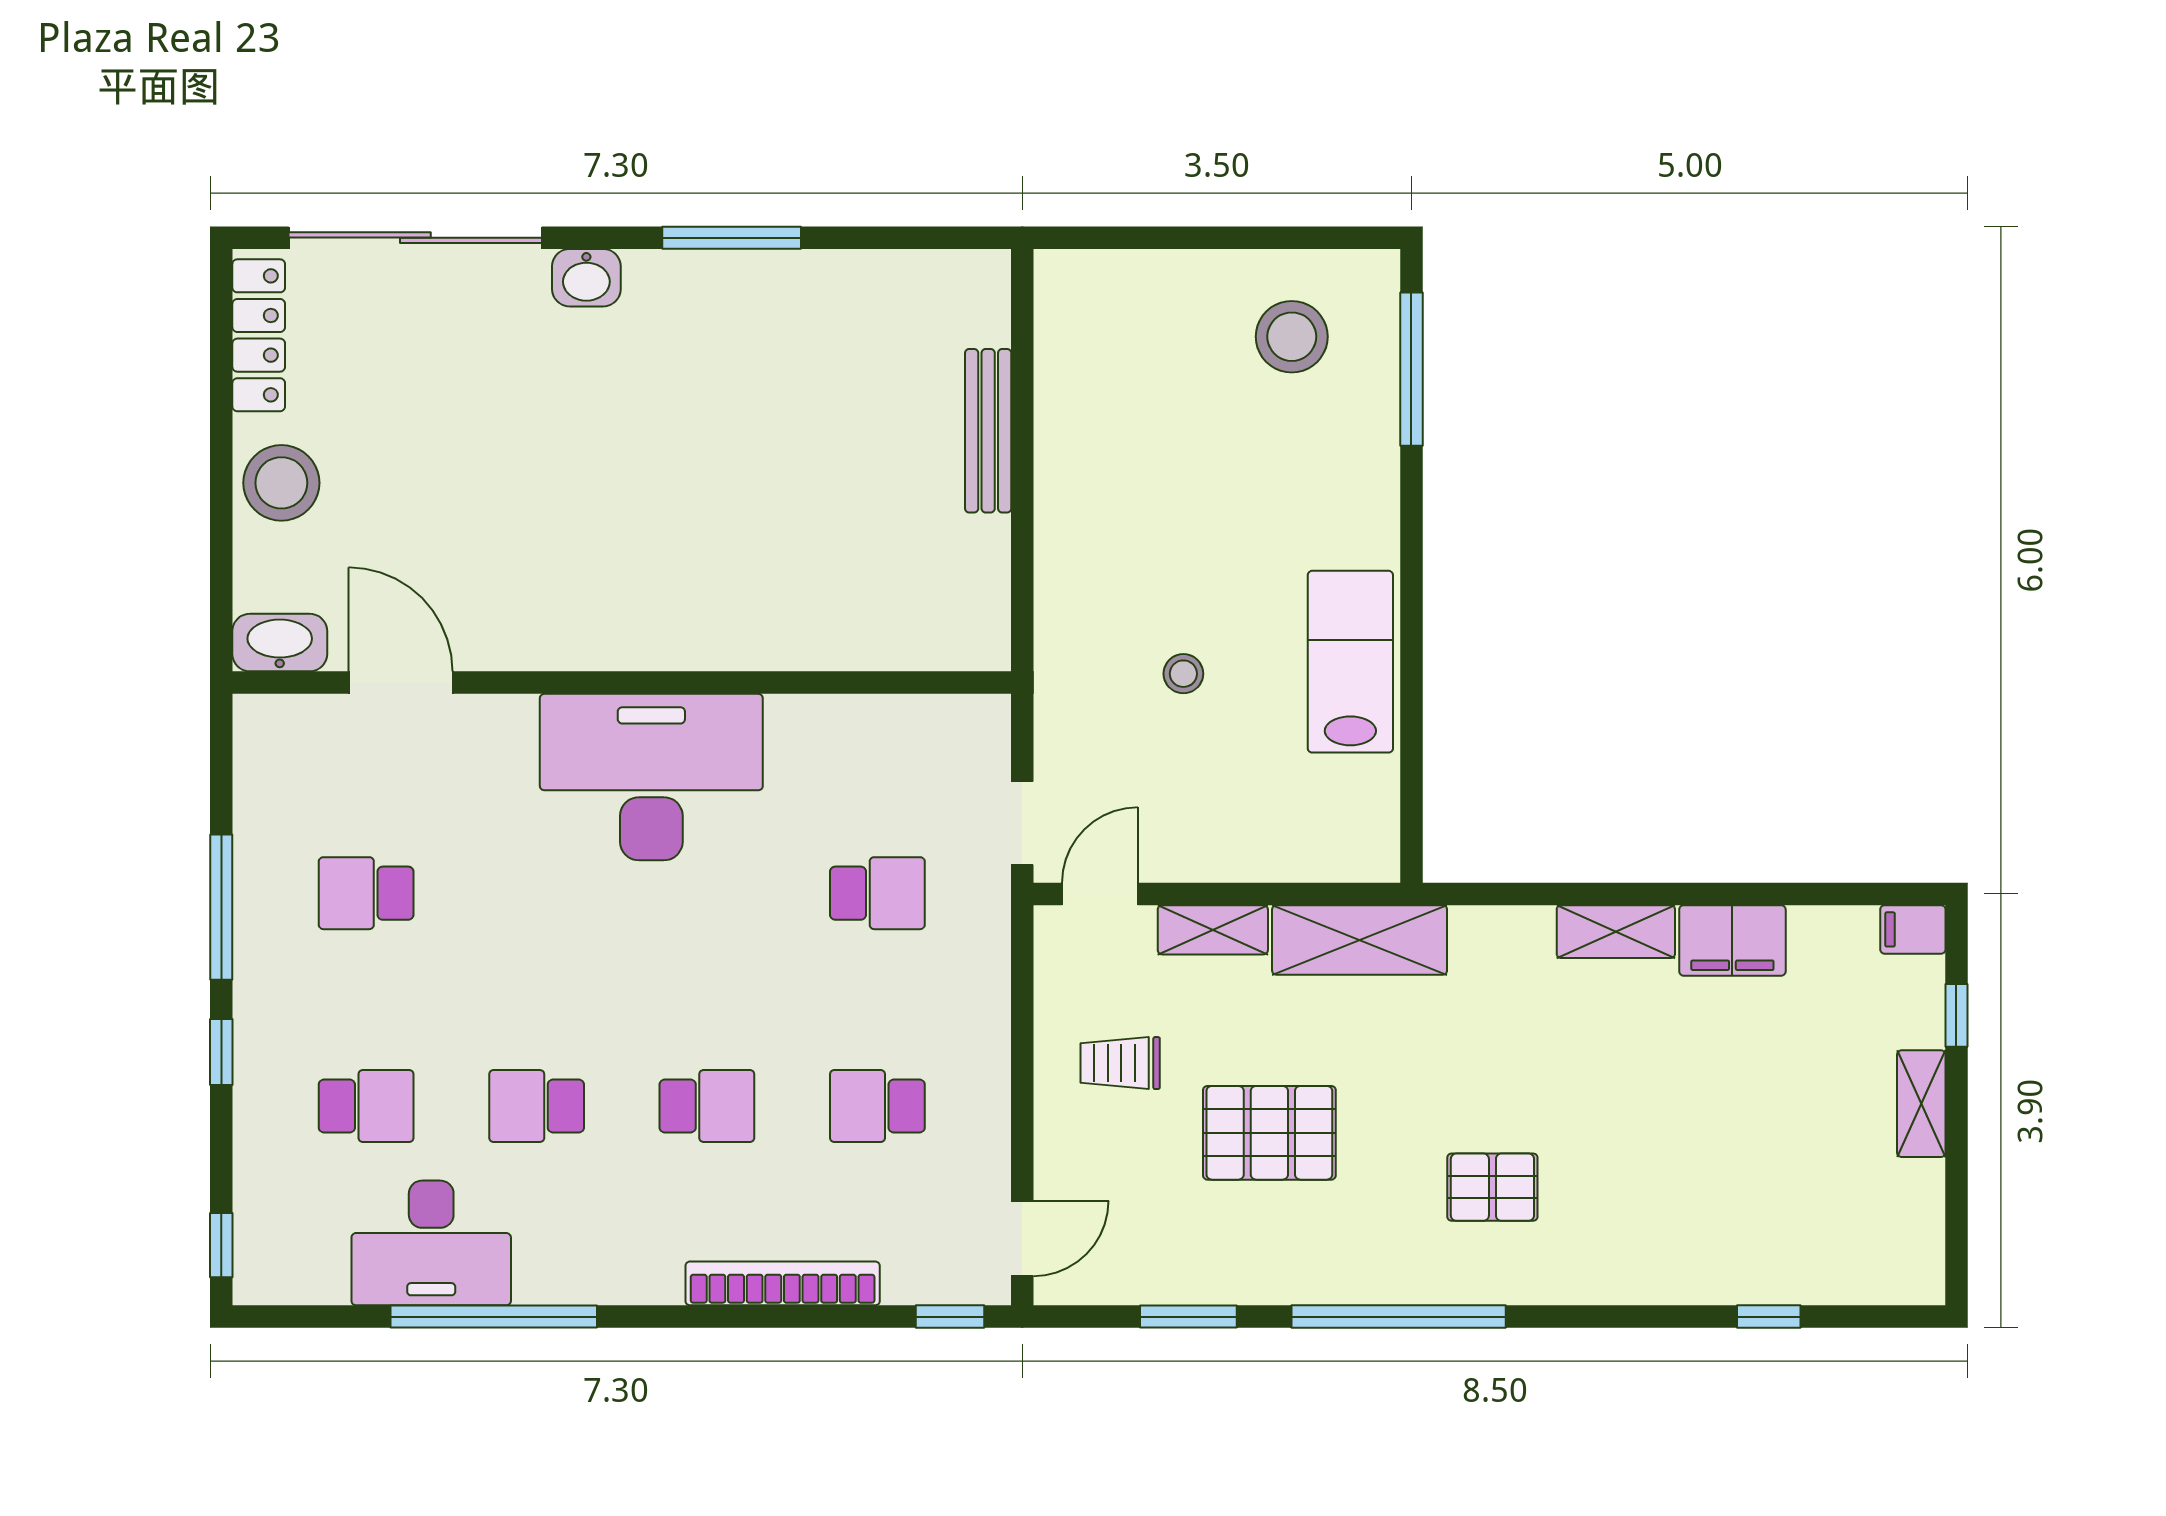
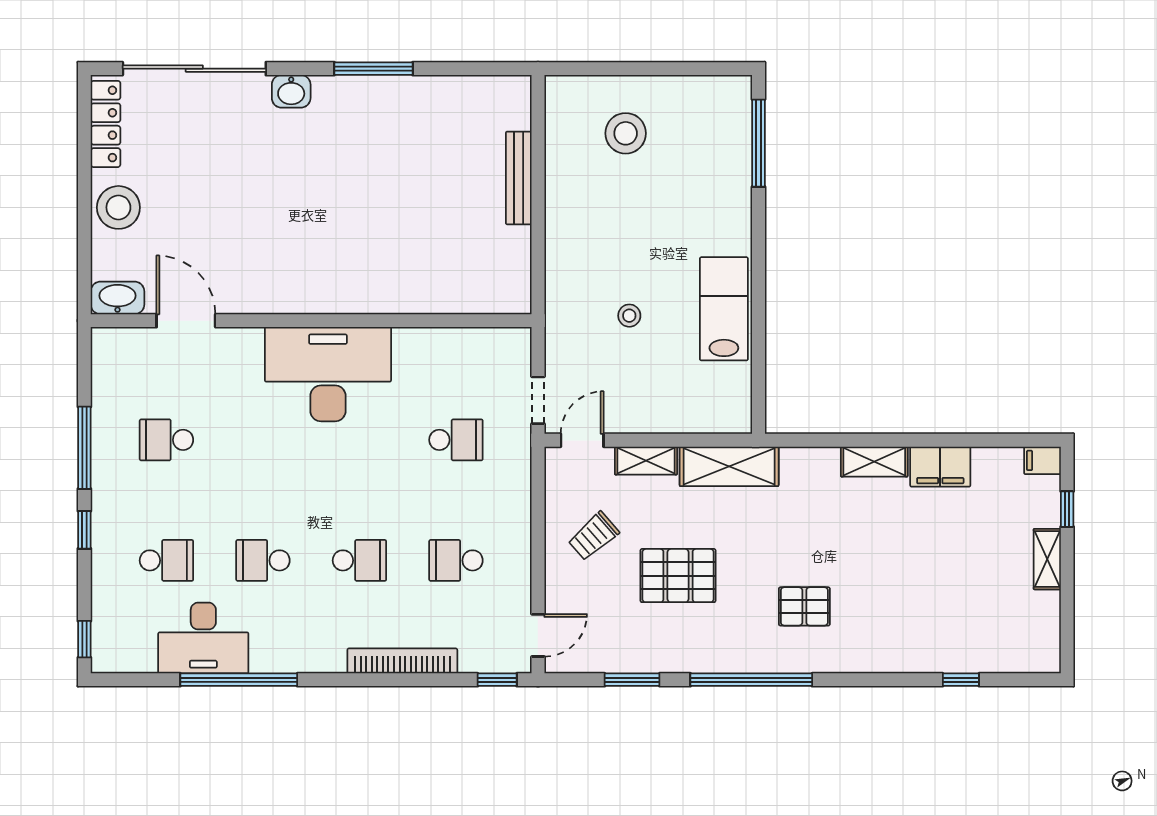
stool: (1292, 337) -> (626, 133), moved
trolley: (1120, 1063) -> (594, 536), turned -41

